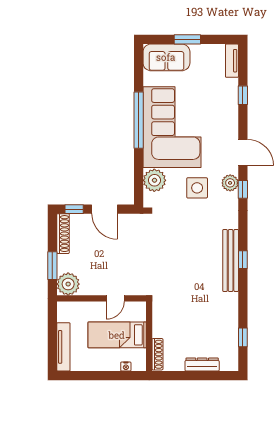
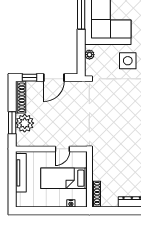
plant: (154, 180) -> (89, 55), width x0.53, depth x0.53
door: (105, 209) -> (54, 78), hinge flipped
plant: (68, 284) -> (25, 123), moved
tv unit: (63, 347) -> (21, 173), moved

